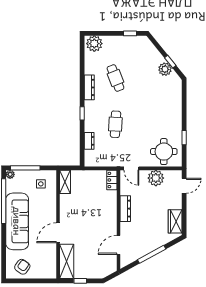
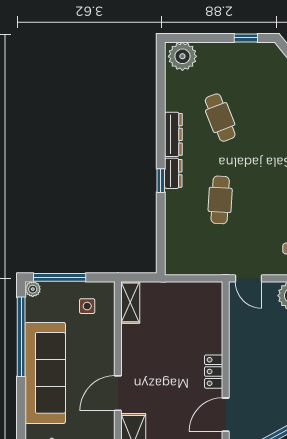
dresser: (89, 141) -> (173, 173), moved
locker: (112, 180) -> (214, 372), moved
dresser: (125, 209) -> (238, 350), removed

